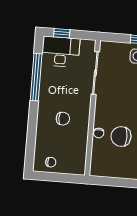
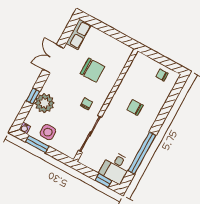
desk: (61, 52) -> (116, 167), width x0.73
chair: (99, 133) -> (87, 104), moved

